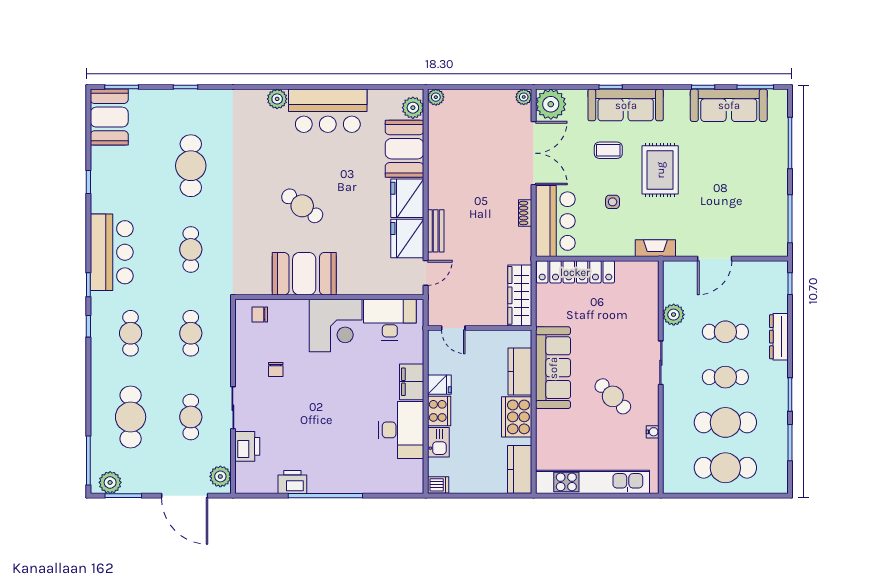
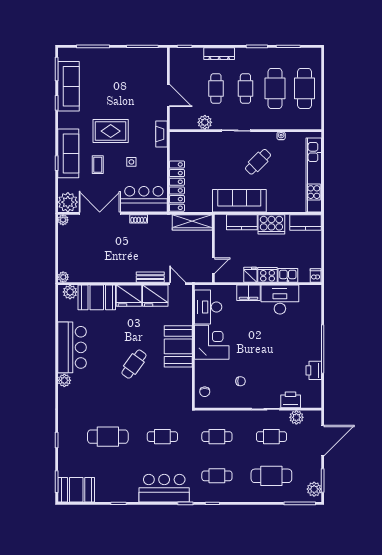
booth: (304, 274) -> (178, 346), moved
plant: (220, 476) -> (296, 417), moved

